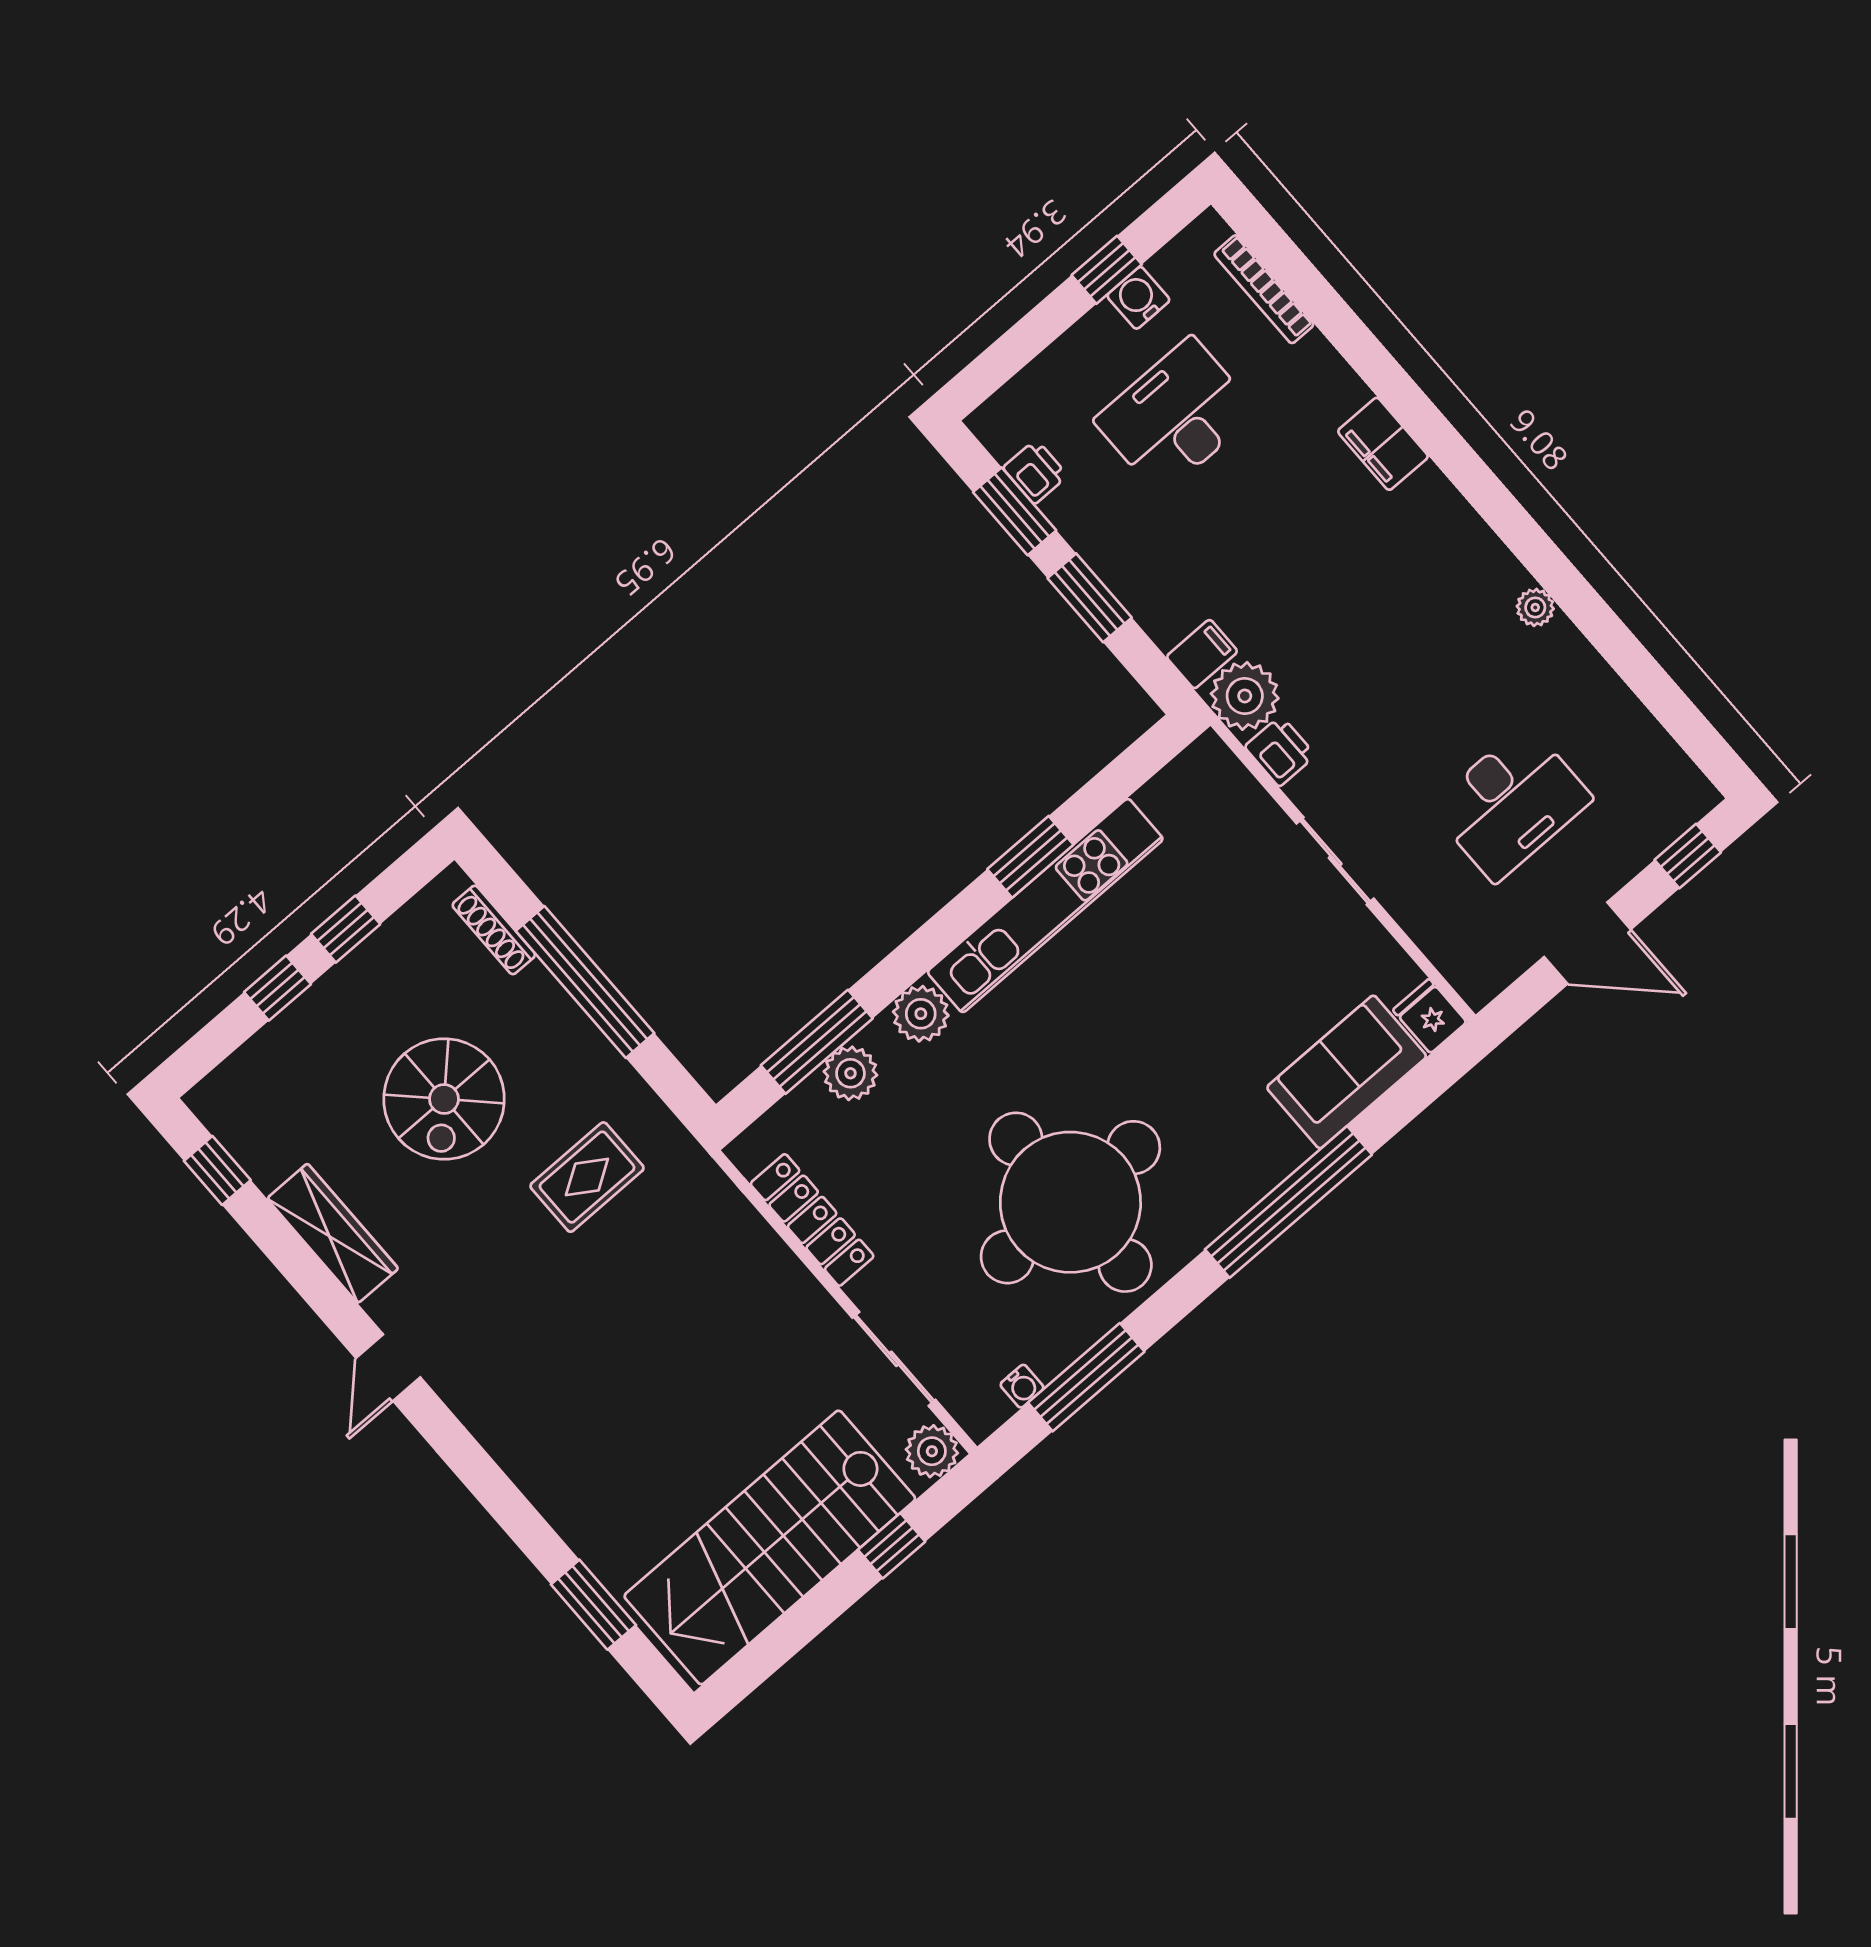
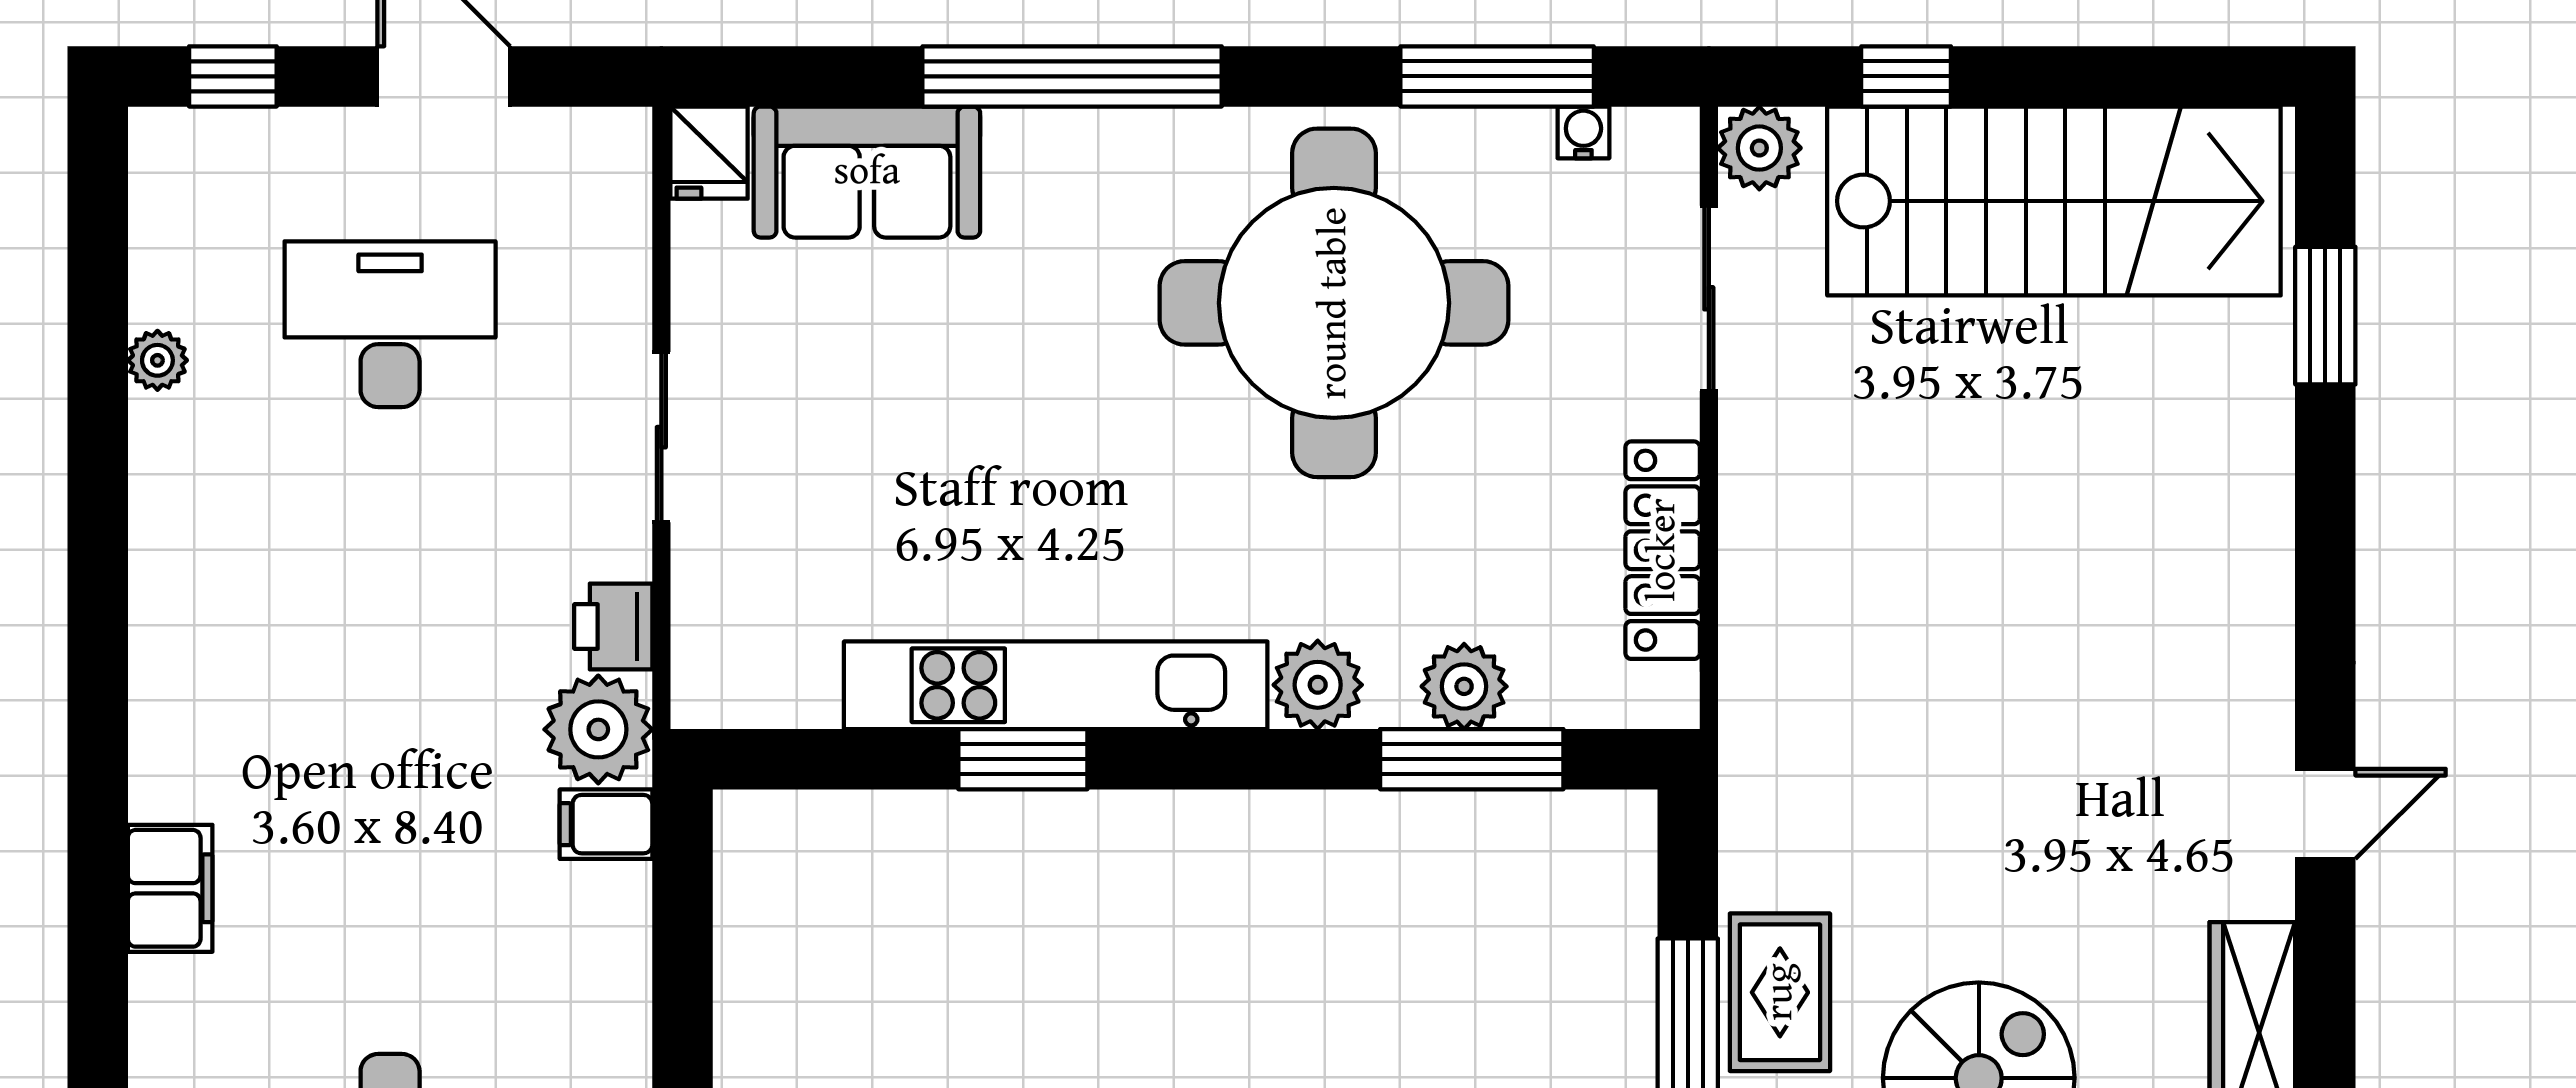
window: (1090, 598) -> (682, 1009), removed
plant: (1535, 607) -> (157, 360), moved
rug: (587, 1177) -> (1780, 992), moved, turned 90

